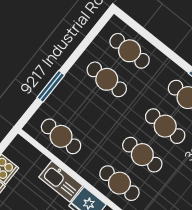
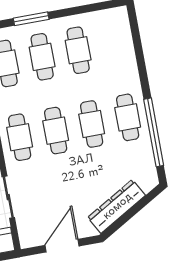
cafe table: (130, 51) -> (42, 57), moved

